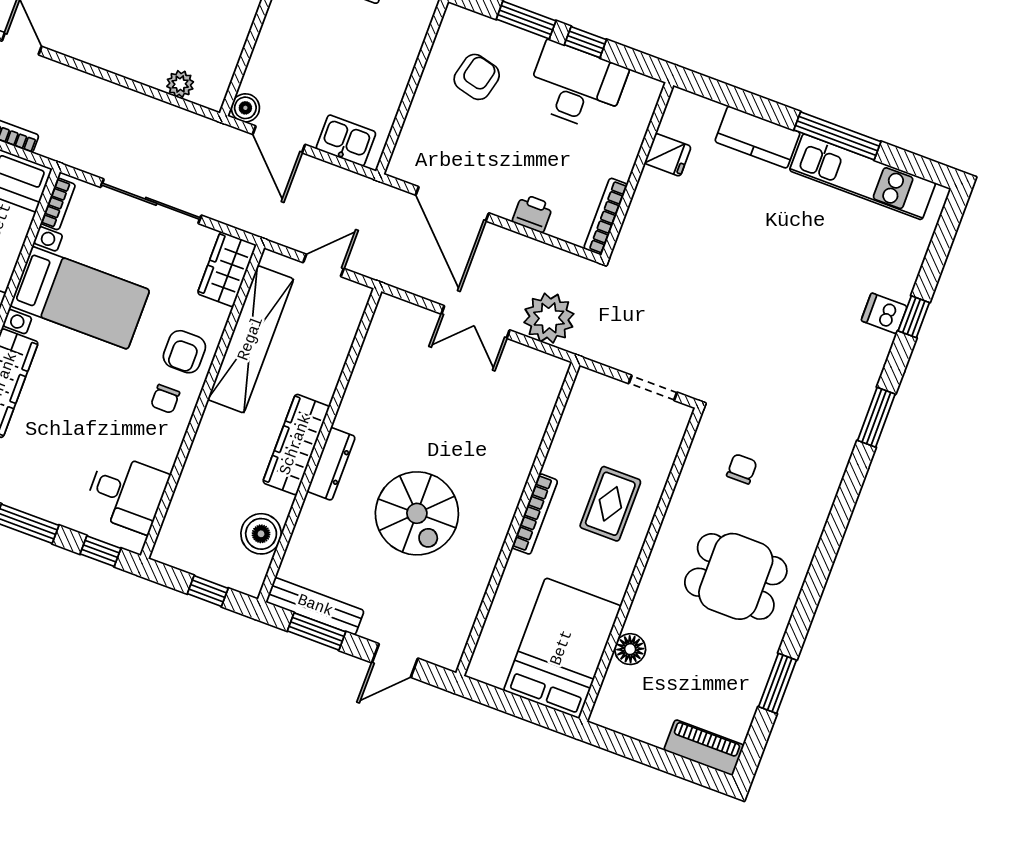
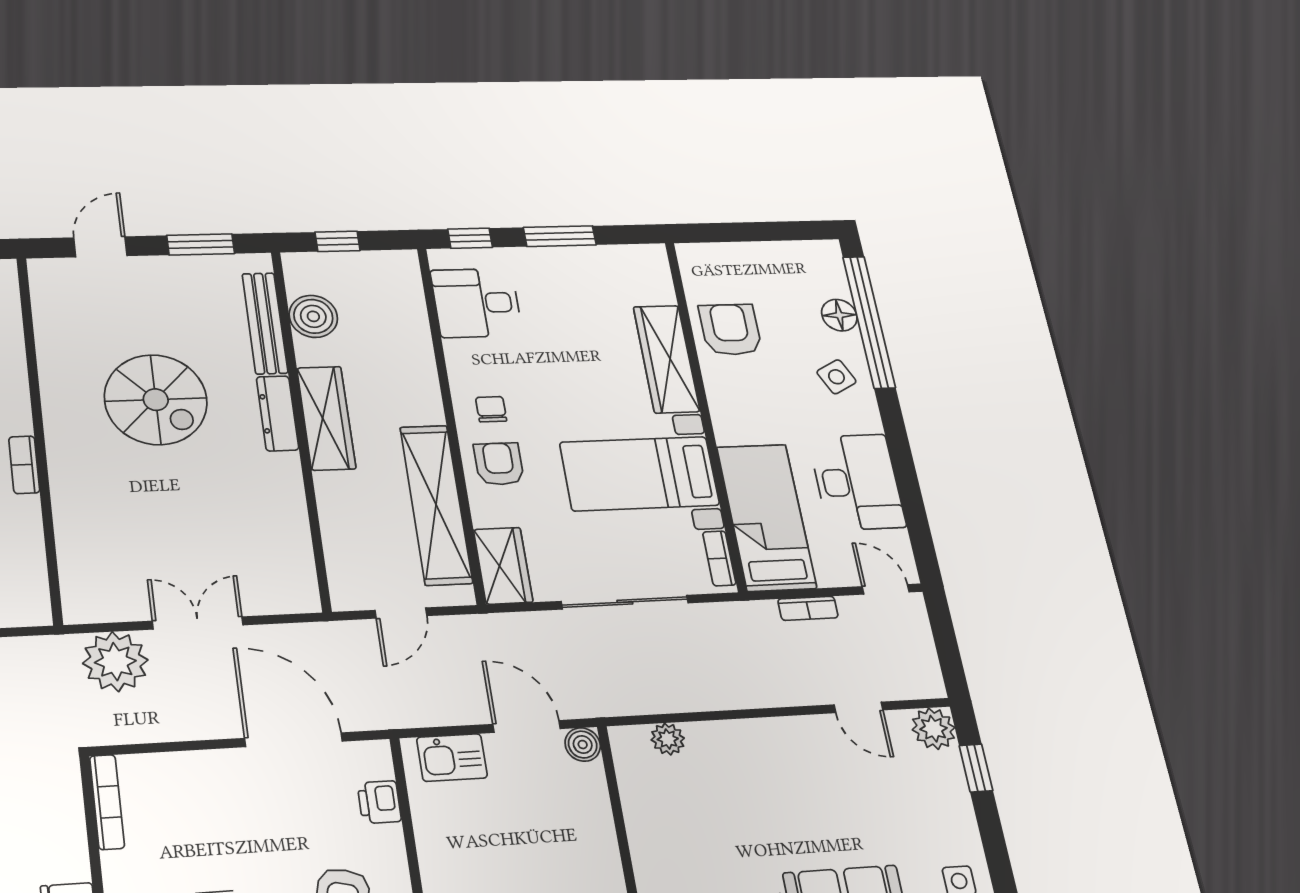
printer: (533, 213) -> (379, 802), moved, turned 90
spiral stairs: (417, 513) -> (156, 400), turned 180
bookcase: (535, 514) -> (24, 465), width x0.64
bench: (315, 606) -> (265, 323), moved, turned 90

